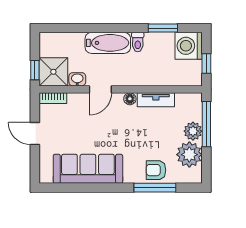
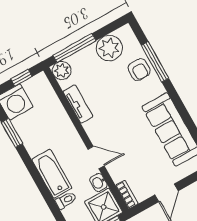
toilet: (138, 42) -> (66, 200), moved
floor lamp: (130, 99) -> (90, 127), removed
plant: (193, 131) -> (62, 71), moved

